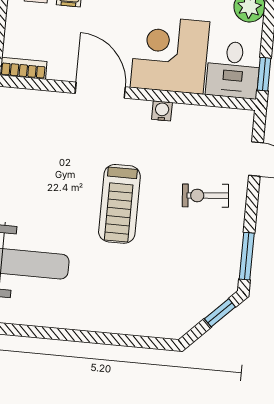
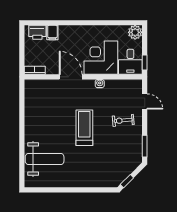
treadmill: (119, 204) -> (84, 128), turned 180
window: (220, 313) -> (127, 181), moved

